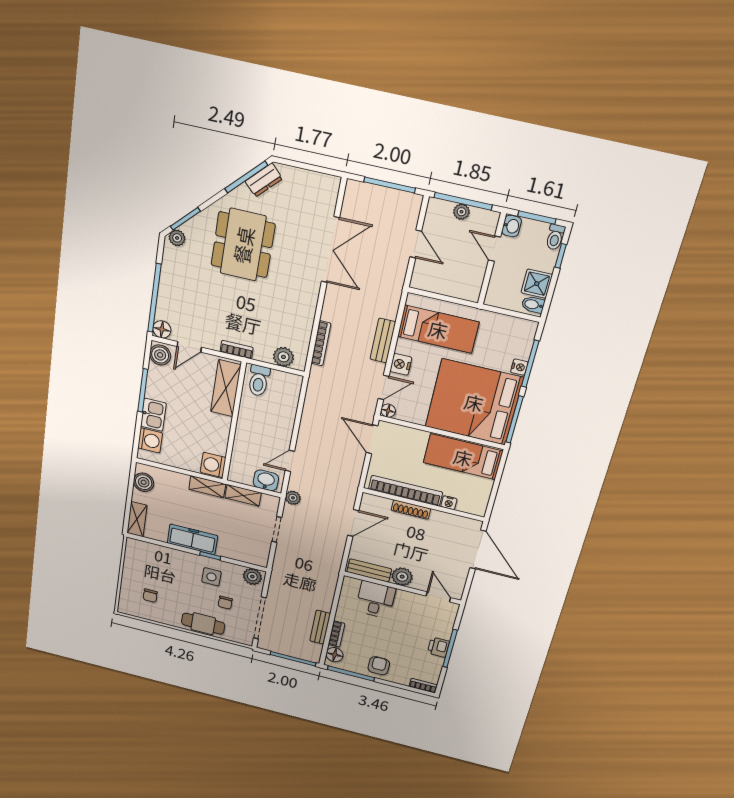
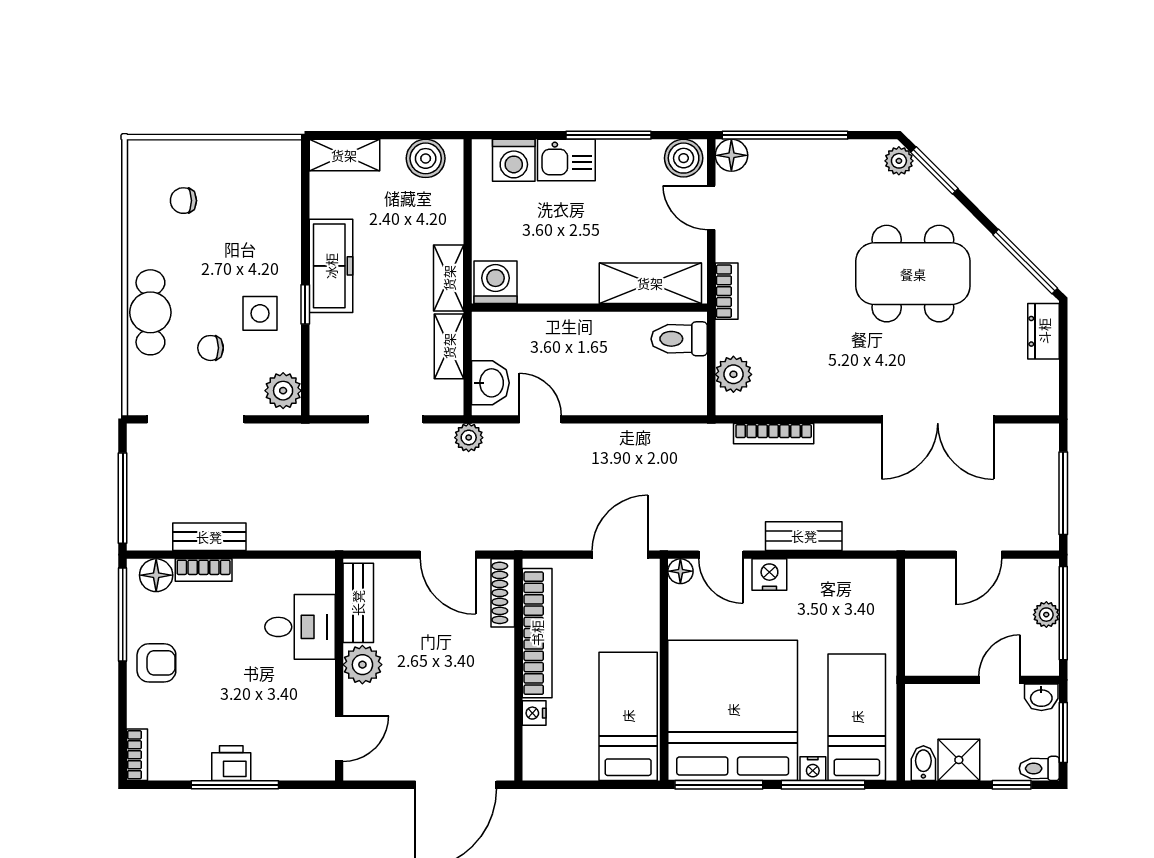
dresser: (264, 180) -> (1044, 331), moved, turned 45
bed: (438, 329) -> (857, 717), moved, turned 180
shoe rack: (411, 510) -> (503, 593), moved

